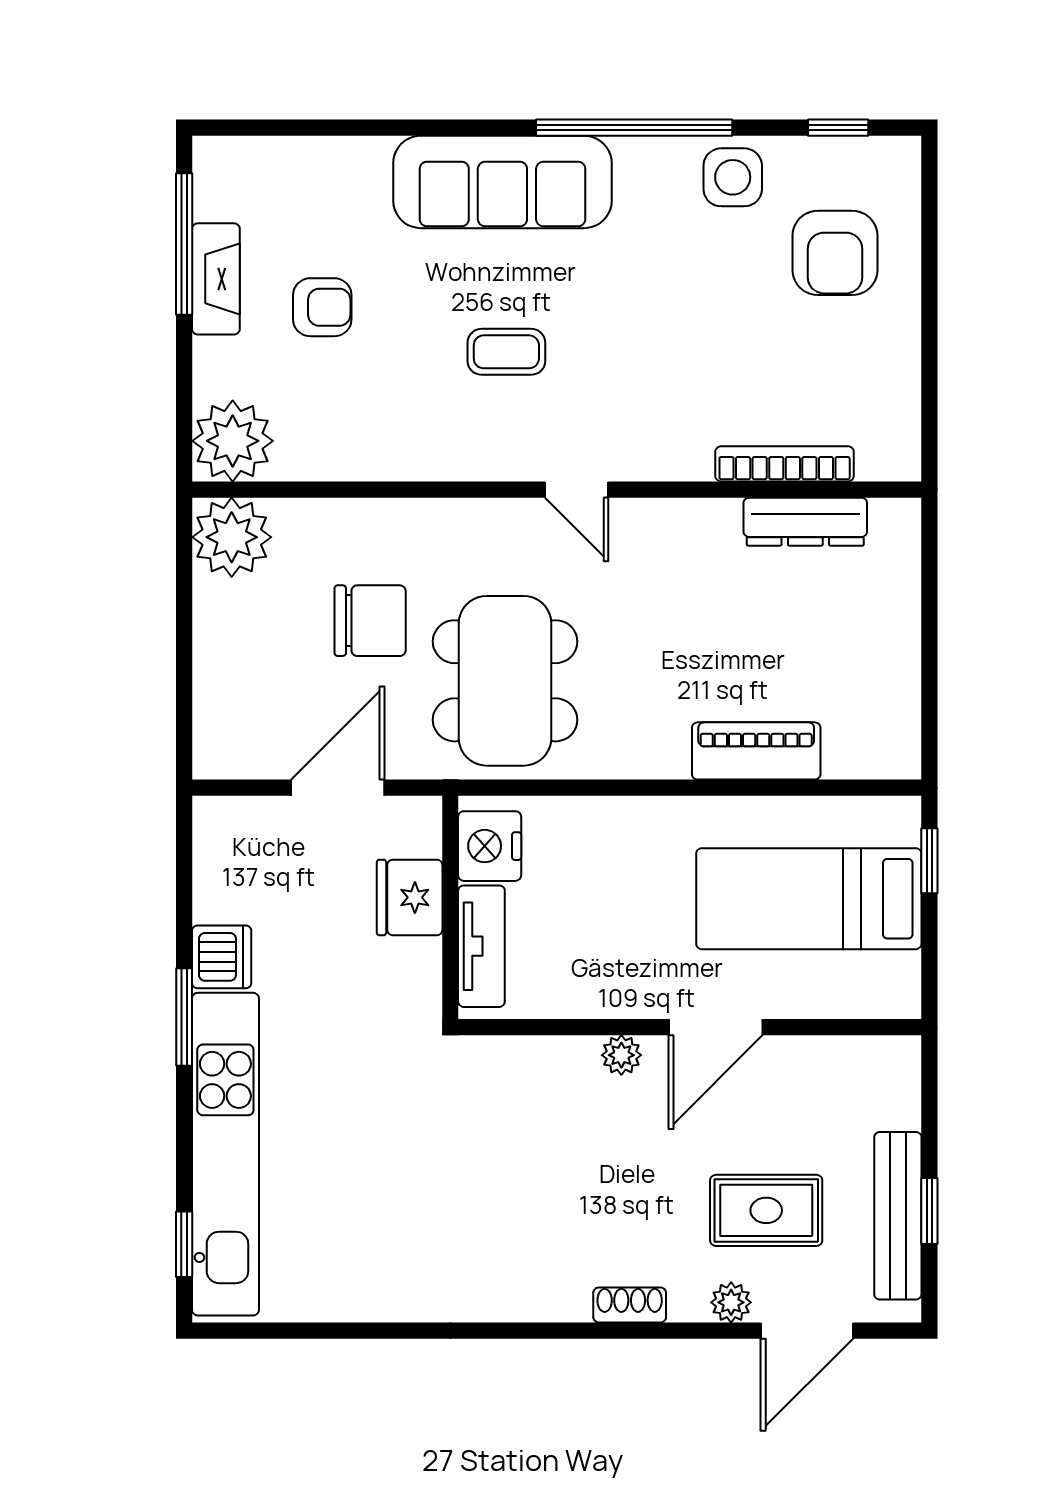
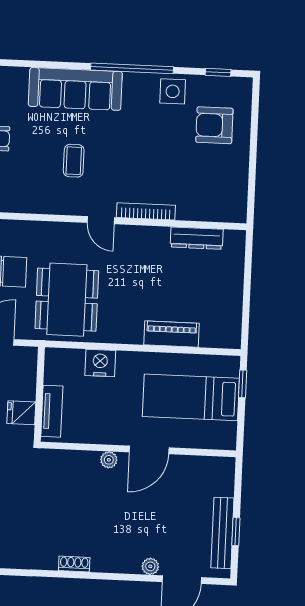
armchair: (835, 253) -> (214, 125), turned 90
coffee table: (506, 352) -> (74, 161), turned 90
bookcase: (785, 464) -> (146, 211), moved
nightstand: (490, 846) -> (100, 363), moved, turned 90
fridge: (410, 897) -> (21, 413), moved, width x0.72
rug: (766, 1210) -> (167, 528), removed
shoe rack: (630, 1305) -> (74, 564), moved

